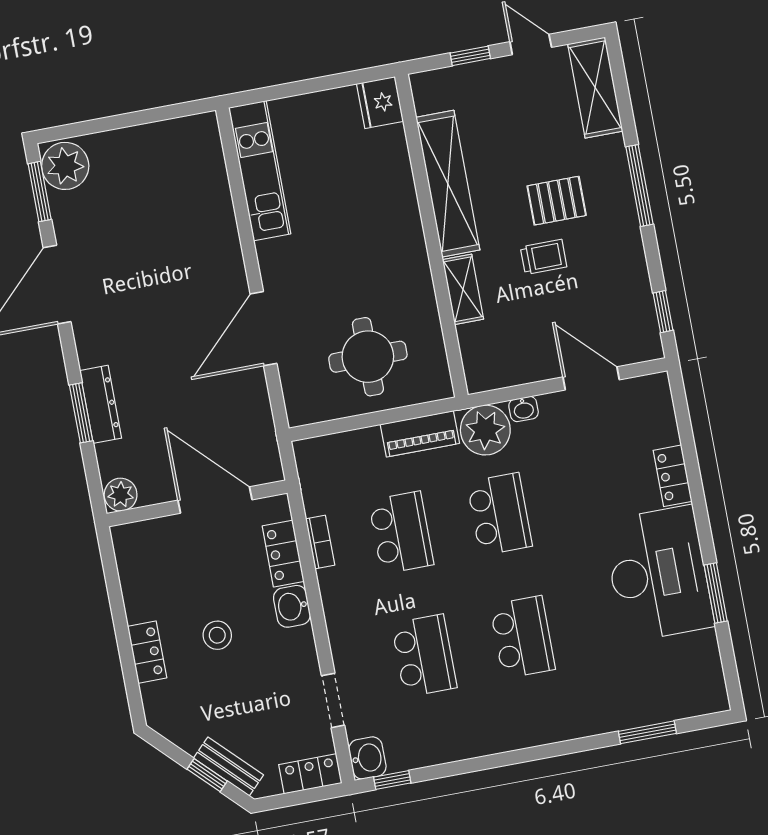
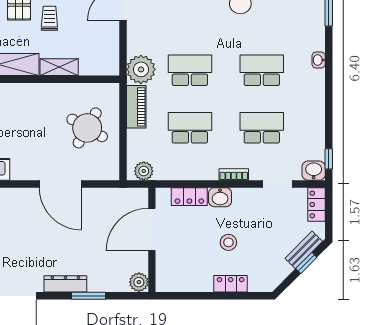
round table: (368, 357) -> (87, 128), turned 30
dresser: (101, 404) -> (65, 284), moved
washbasin: (524, 409) -> (319, 60), moved, turned 180
plant: (312, 467) -> (144, 171), added
bookcase: (320, 542) -> (234, 174), moved

